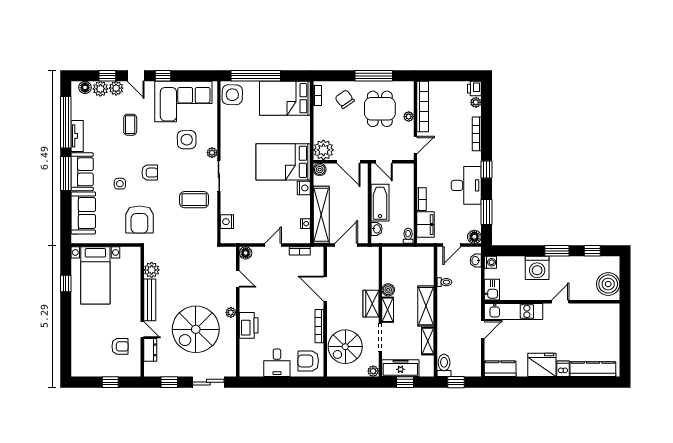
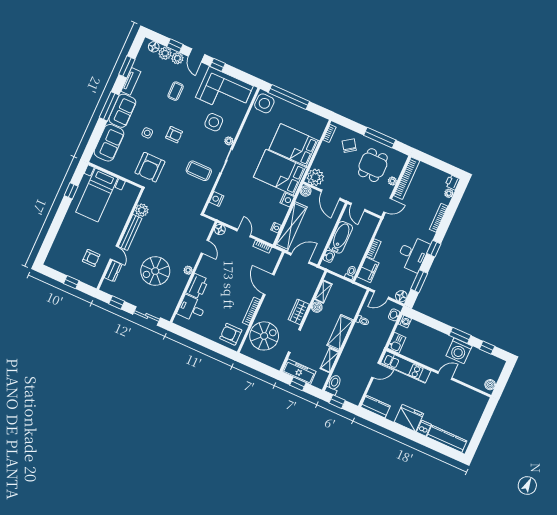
bed: (285, 98) -> (294, 145), moved
window: (66, 122) -> (127, 67), width x0.47
door: (273, 245) -> (244, 233), hinge flipped
washing machine: (537, 268) -> (459, 351), moved
boiler: (608, 284) -> (490, 385), width x0.54, depth x0.54
shelving: (388, 310) -> (323, 292), moved
spiral stairs: (196, 329) -> (155, 271), width x0.73, depth x0.73
spiral stairs: (345, 347) -> (264, 336), turned 180
desk: (277, 363) -> (192, 309), moved, turned 90
plant: (373, 371) -> (277, 365), removed

